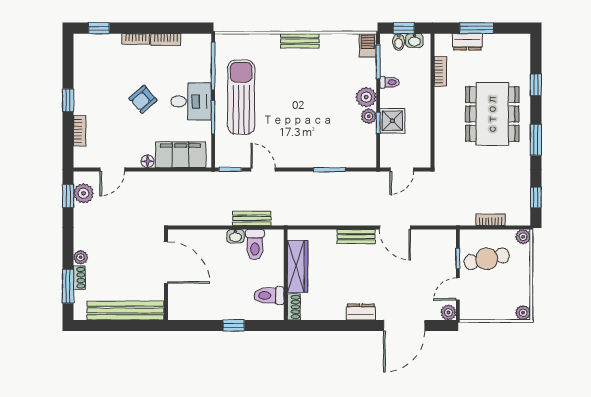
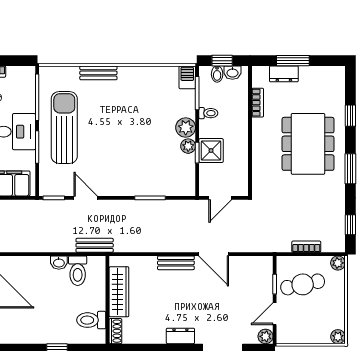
bench: (300, 41) -> (98, 73), moved
bench: (252, 218) -> (95, 245), moved

